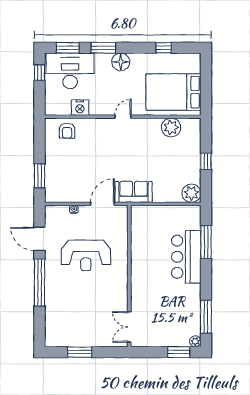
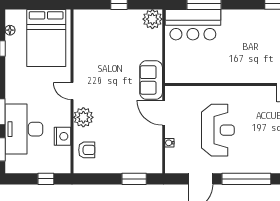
floor lamp: (121, 62) -> (10, 30), moved, width x0.53, depth x0.53
desk: (70, 71) -> (24, 129), moved
window: (39, 73) -> (46, 179), moved
plant: (171, 127) -> (83, 117), moved
bar counter: (186, 257) -> (193, 25), moved

